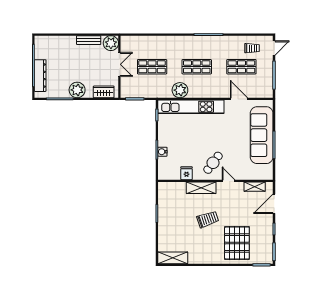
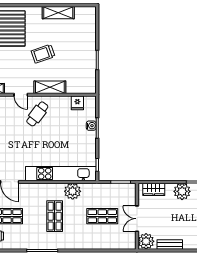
shop shelf: (197, 67) -> (55, 216), turned 90
fridge: (187, 173) -> (77, 103), moved
shelving: (173, 258) -> (58, 13), moved

